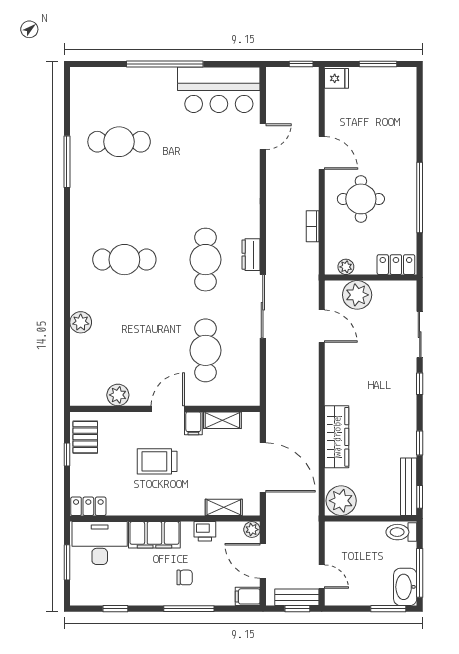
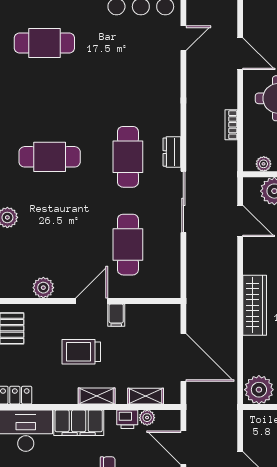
shelving: (222, 420) -> (97, 396), moved
wardrobe: (337, 437) -> (255, 305), moved
plant: (252, 530) -> (147, 418), moved

